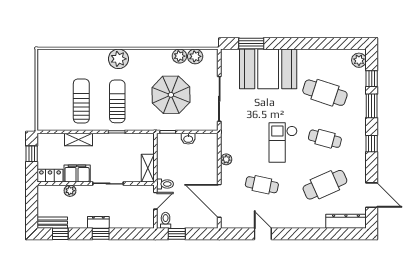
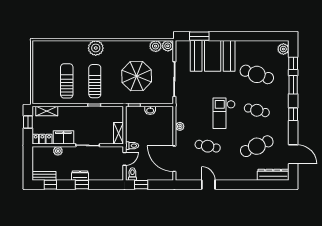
plant: (179, 56) -> (168, 46), moved
shelving: (79, 140) -> (47, 111), moved

